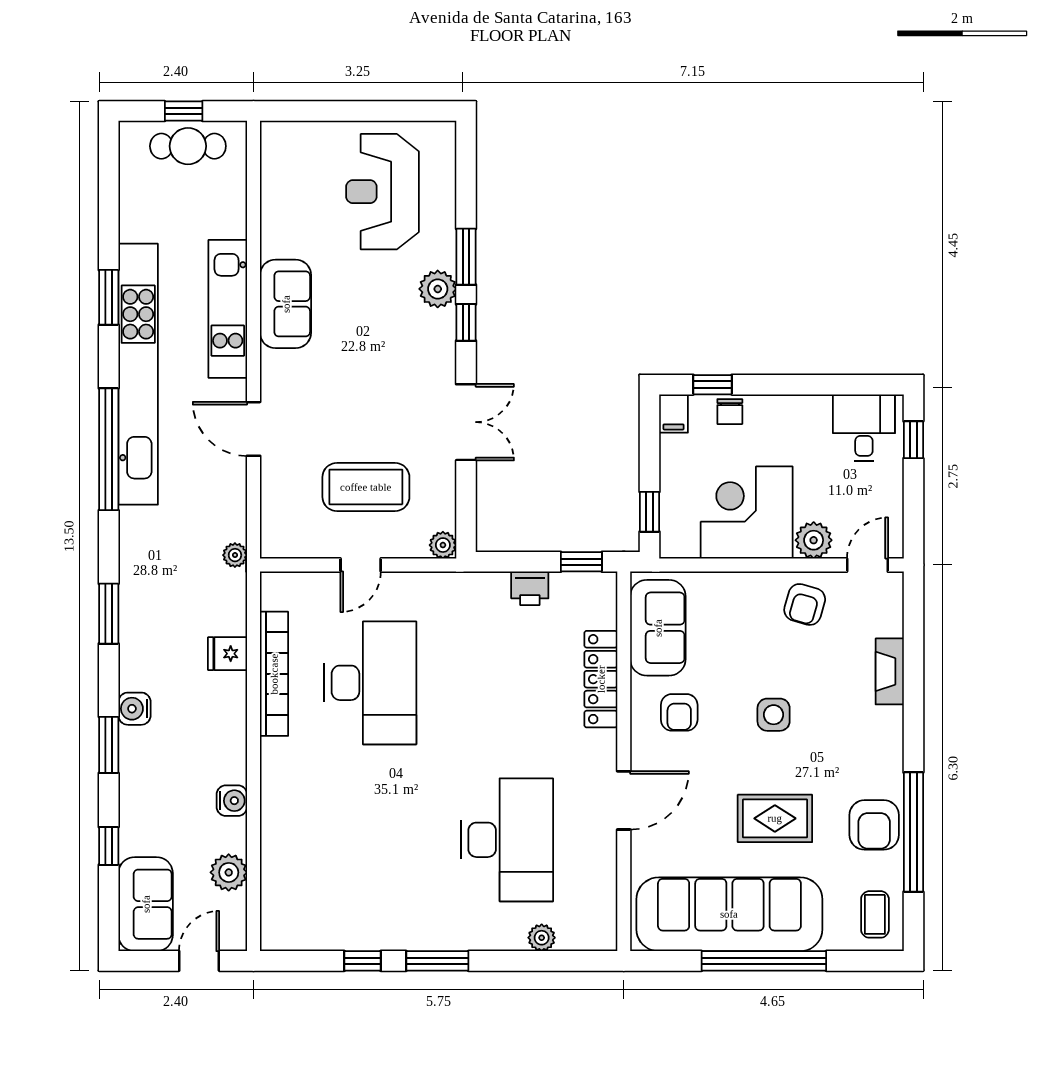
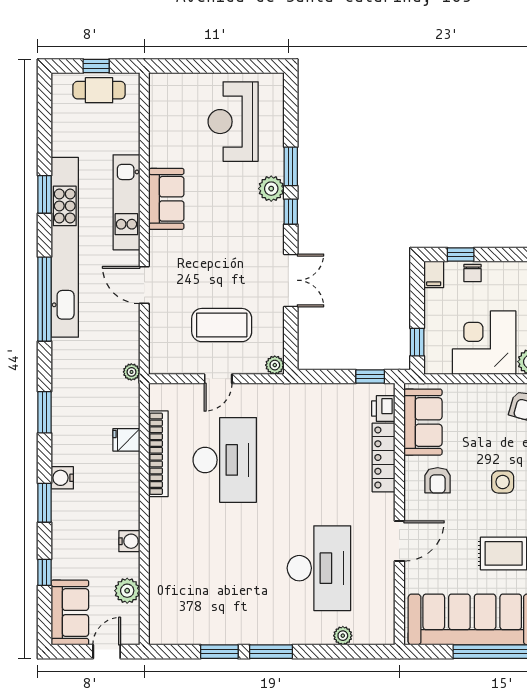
printer: (530, 588) -> (383, 408), moved, turned 90
window: (363, 961) -> (219, 652), width x1.50

